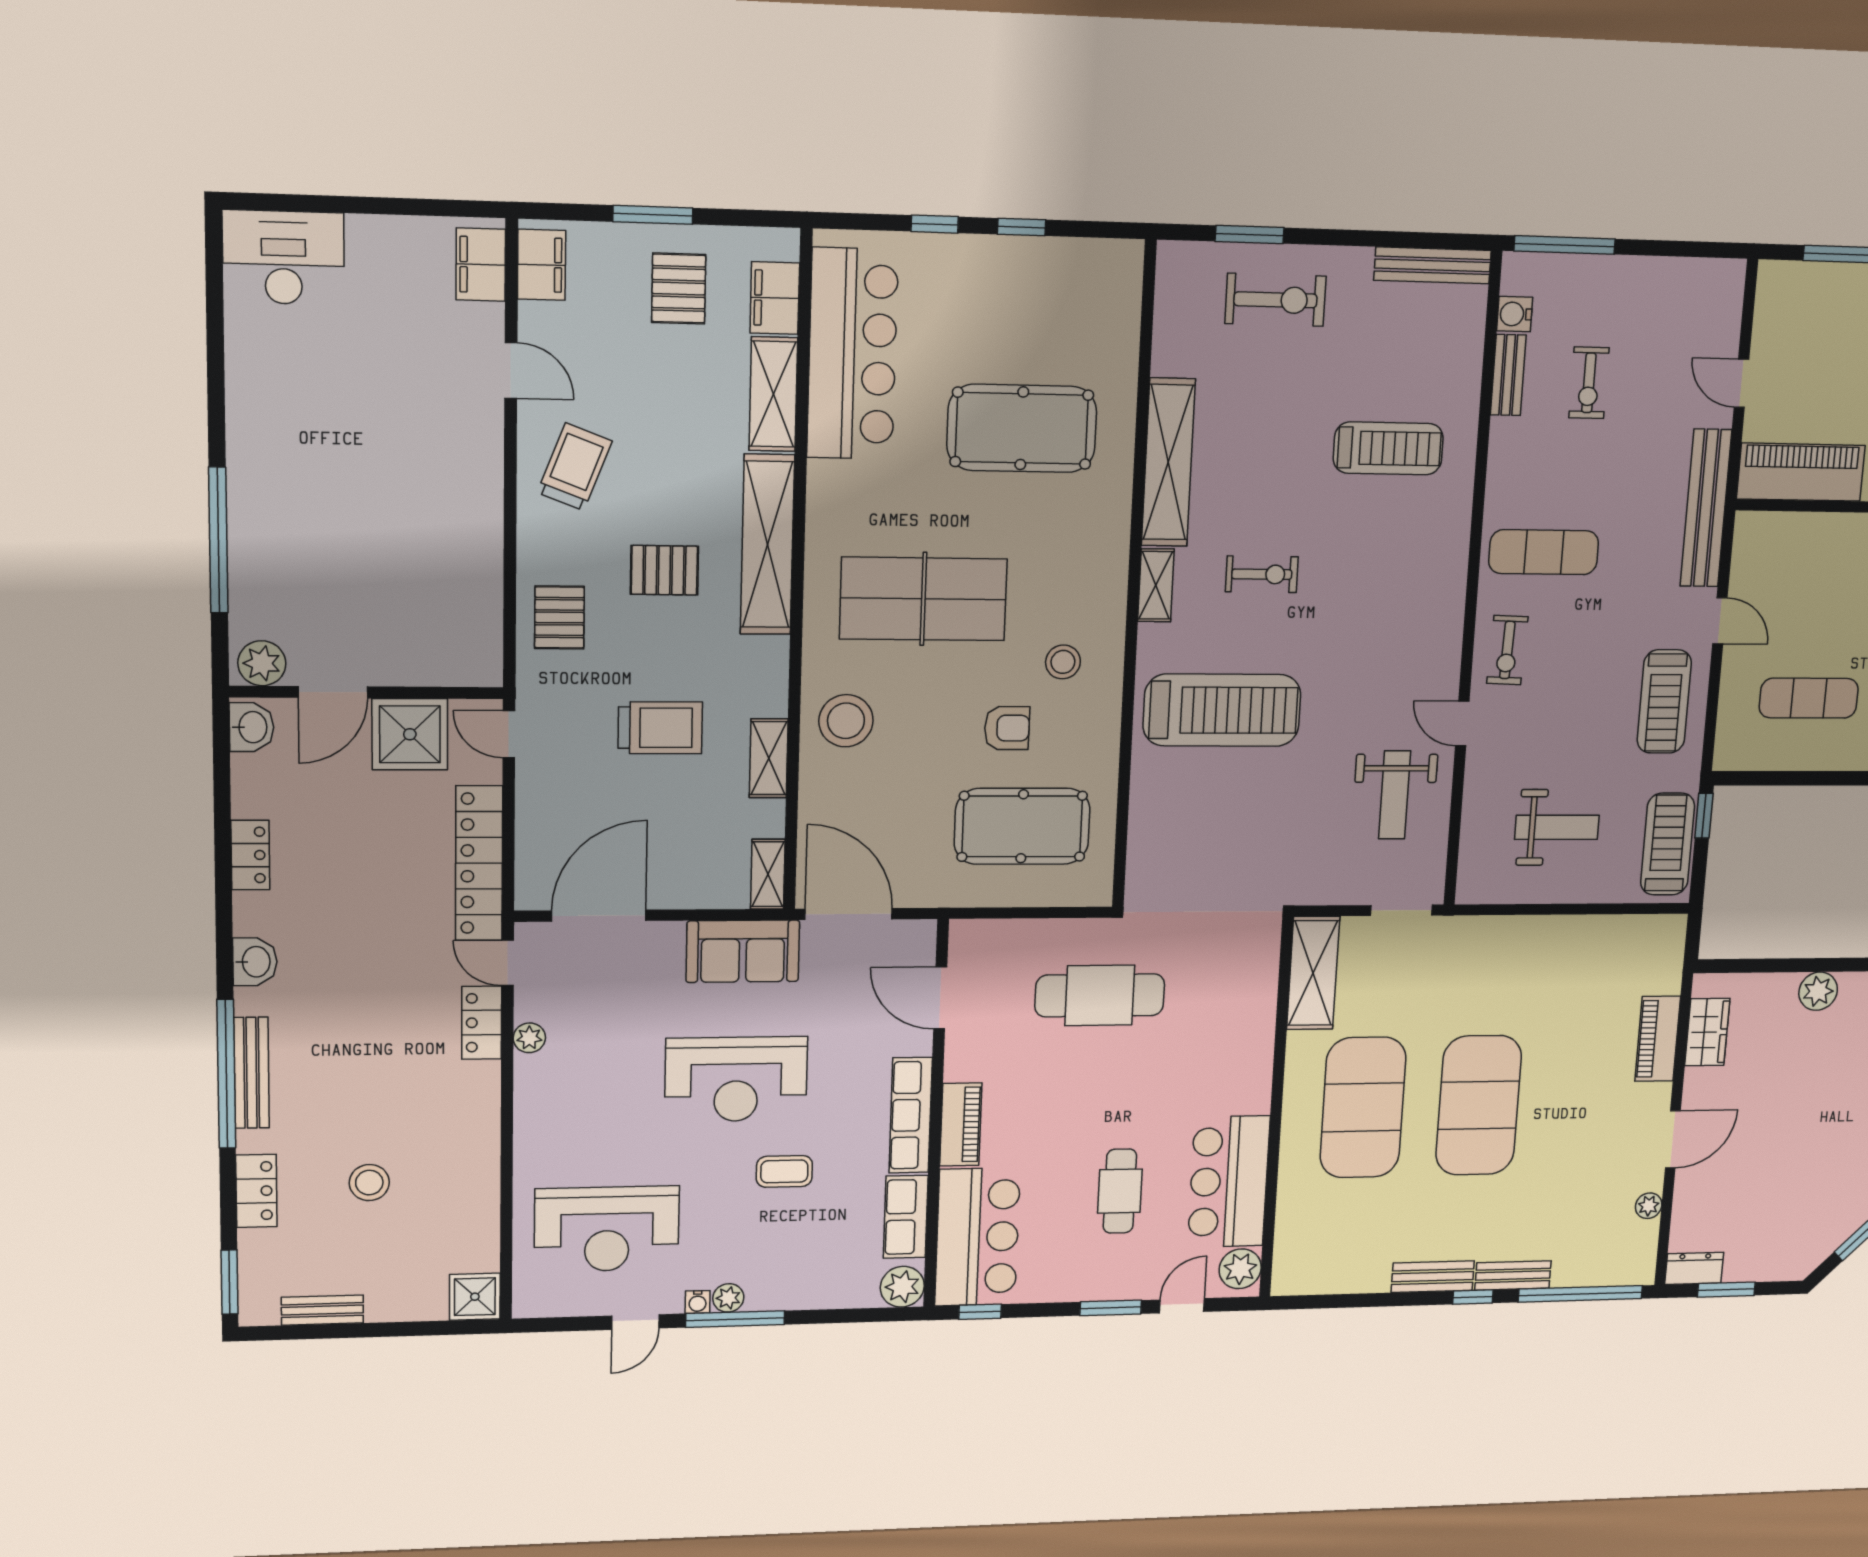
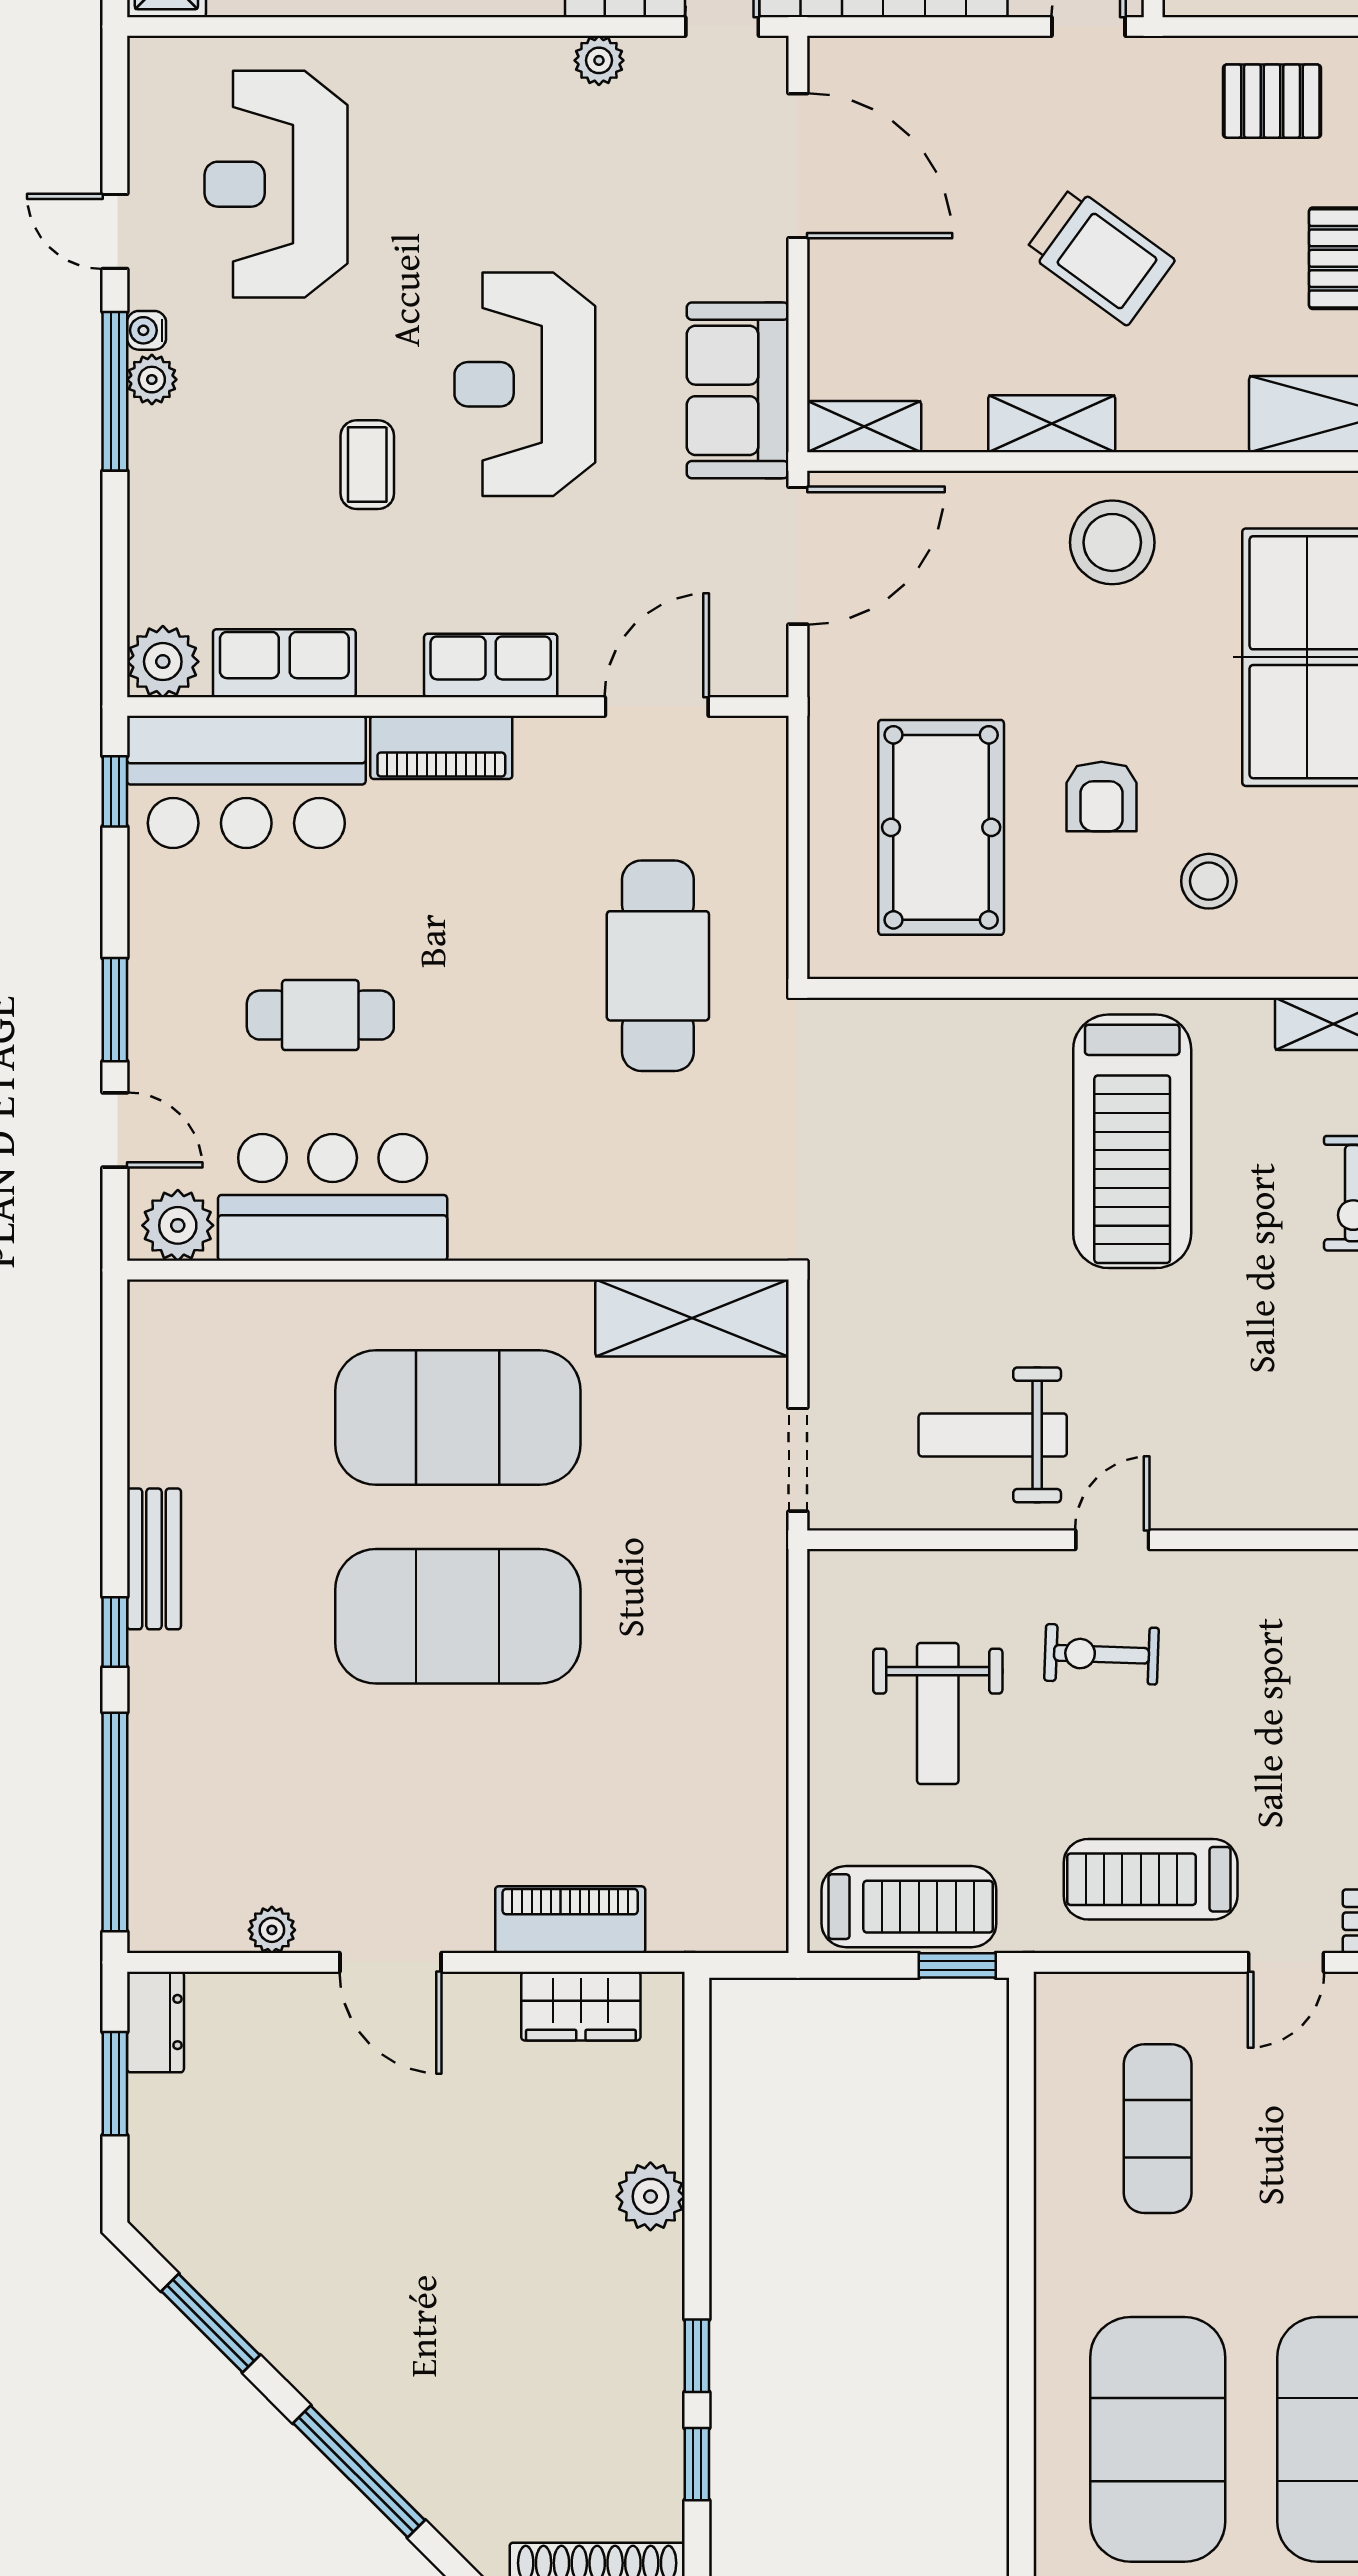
exercise bike: (1507, 650) -> (1101, 1654), moved
trolley: (660, 728) -> (1100, 256), turned -54
row of seats: (911, 1115) -> (491, 666), width x0.68
bench: (1513, 1275) -> (152, 1700), removed

